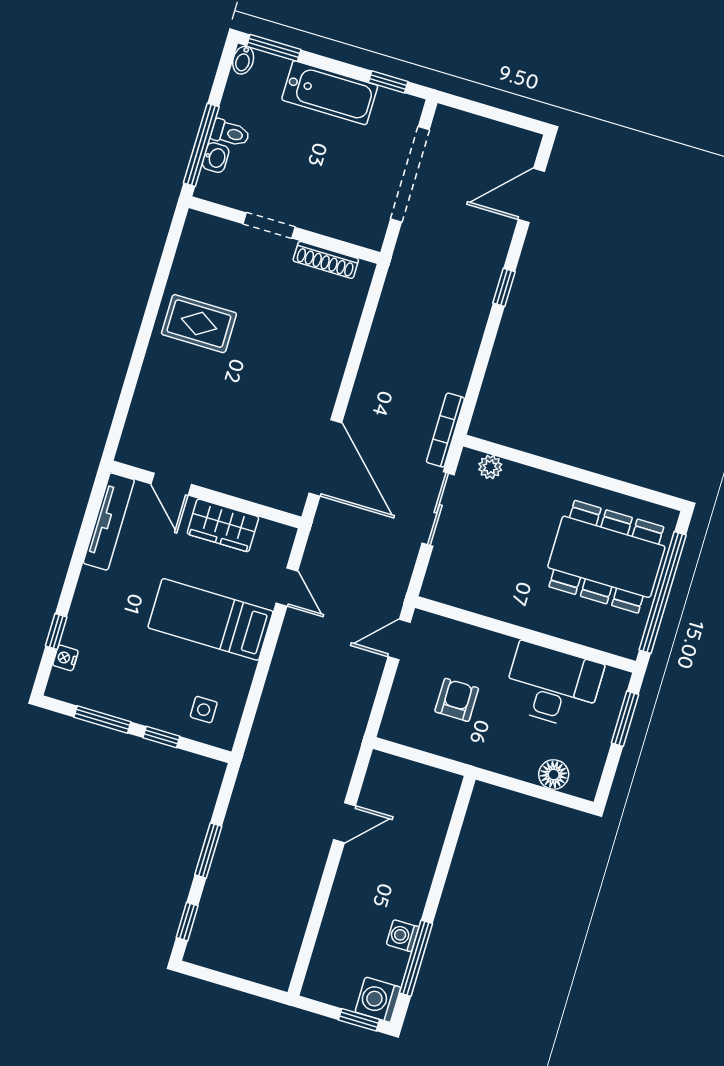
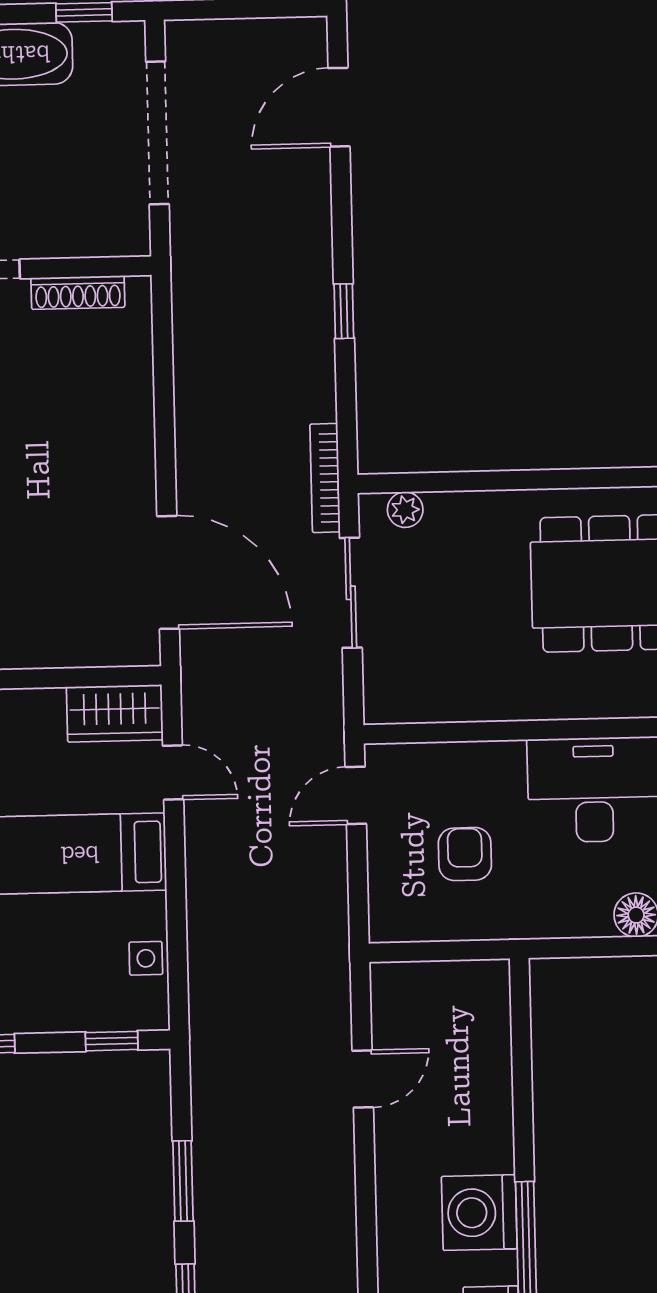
window: (504, 287) -> (344, 311), moved
wardrobe: (223, 525) -> (115, 713), moved
side table: (204, 710) -> (146, 958), moved
window: (161, 737) -> (112, 1041), moved
washing machine: (403, 936) -> (479, 1213), width x1.89, depth x1.89

